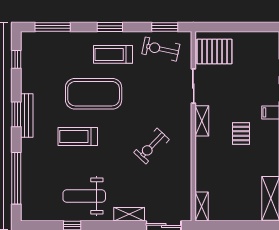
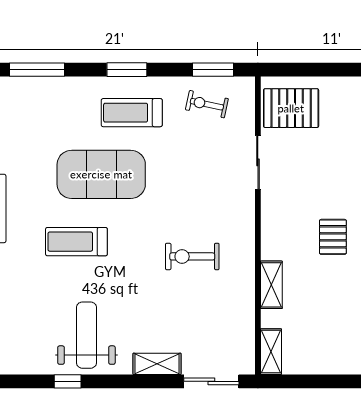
exercise bike: (161, 49) -> (207, 104), width x0.73, depth x0.72
shelving: (202, 121) -> (271, 285), moved
exercise bike: (151, 146) -> (192, 256), turned 46
weight bench: (84, 196) -> (86, 335), turned 90

